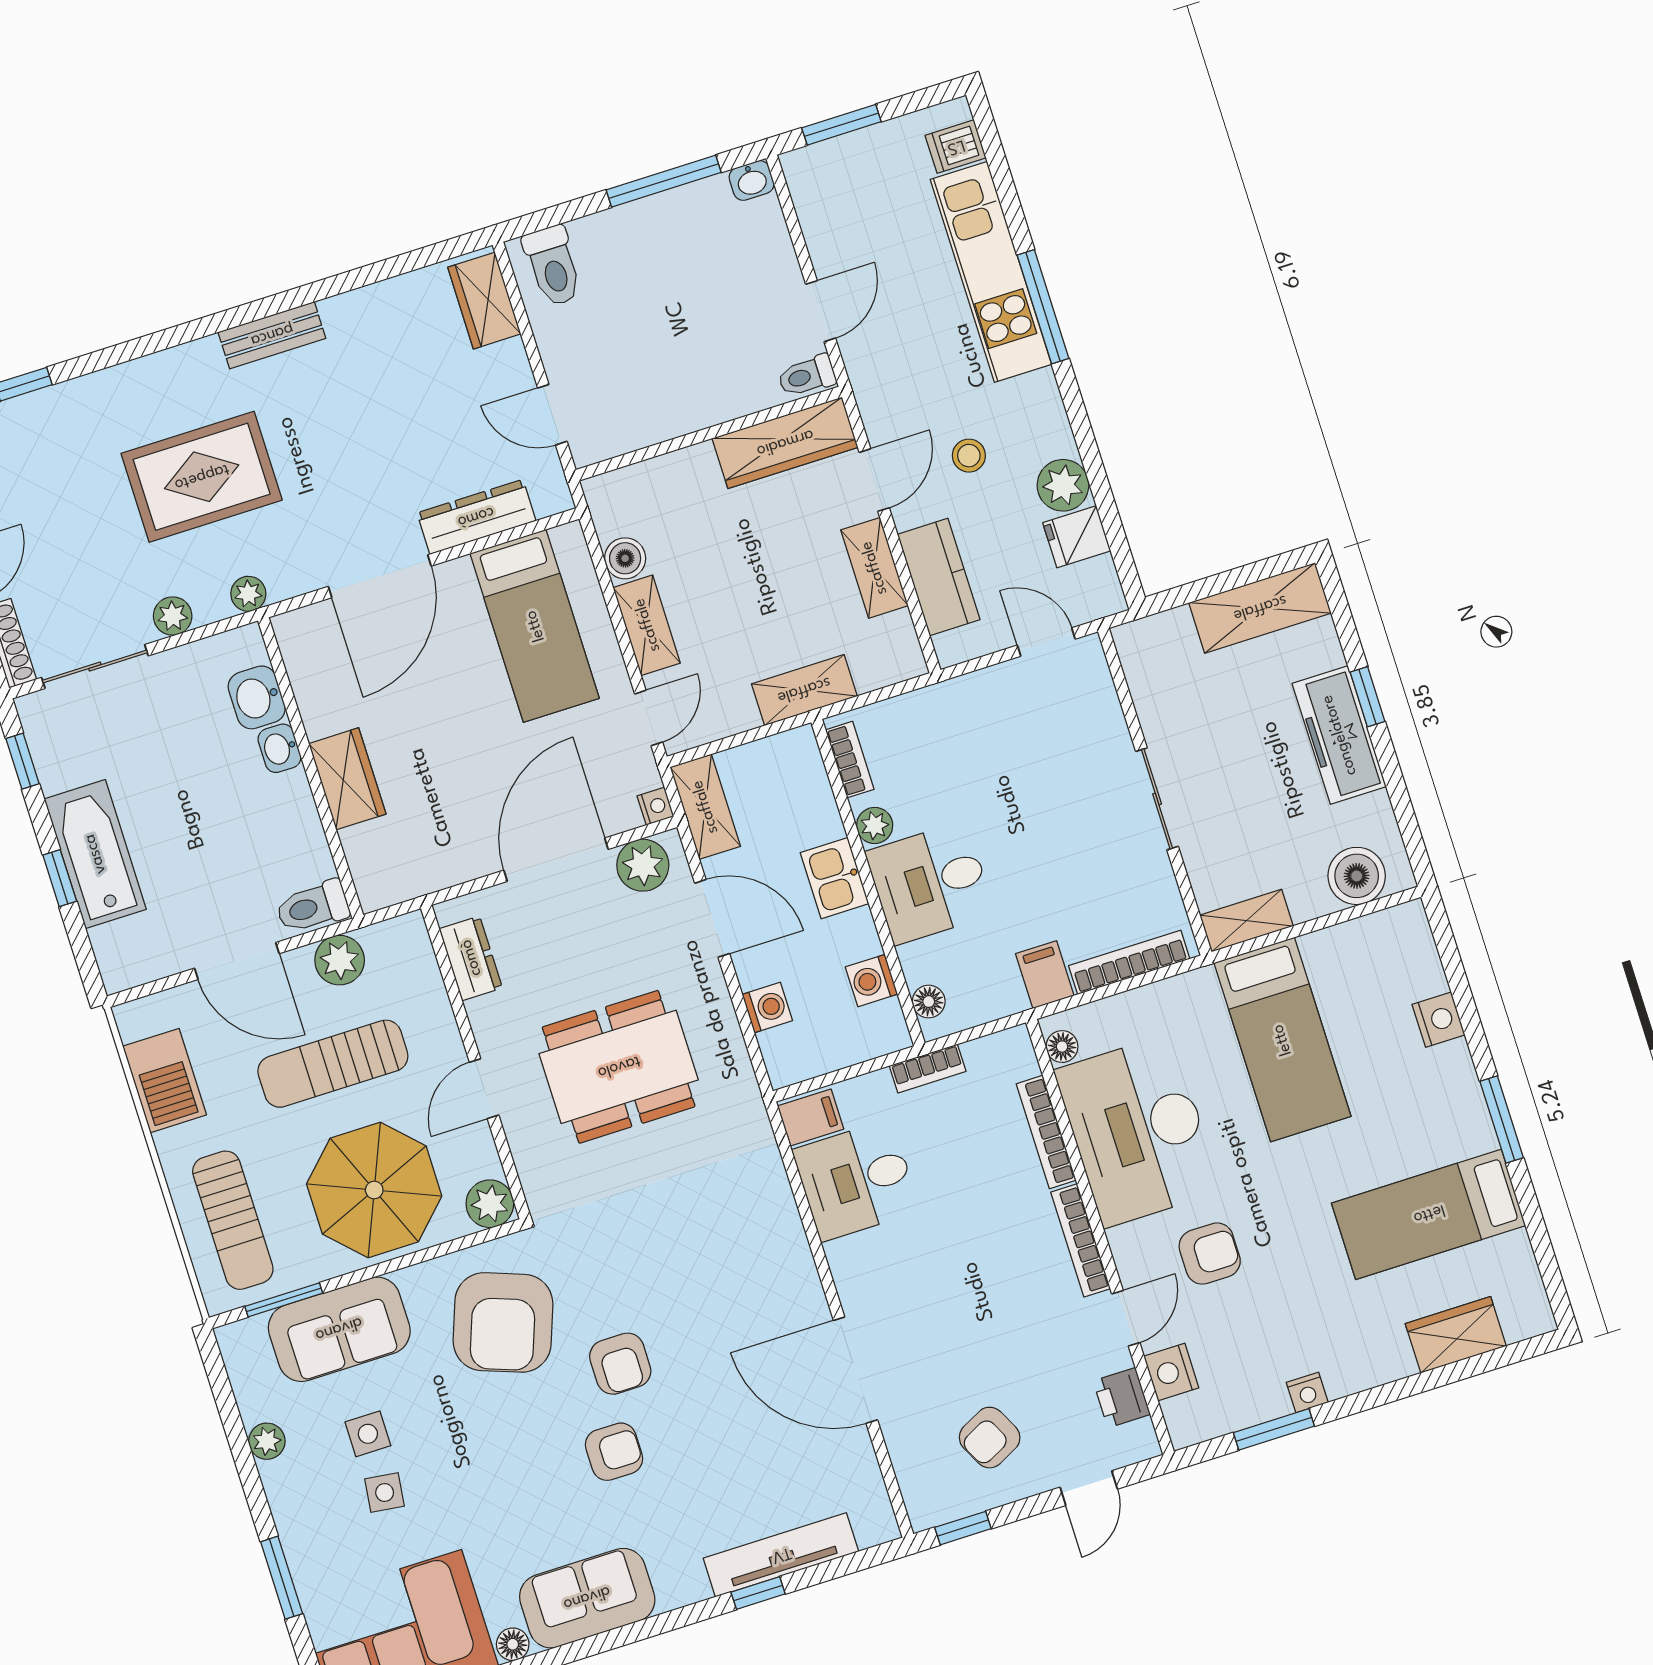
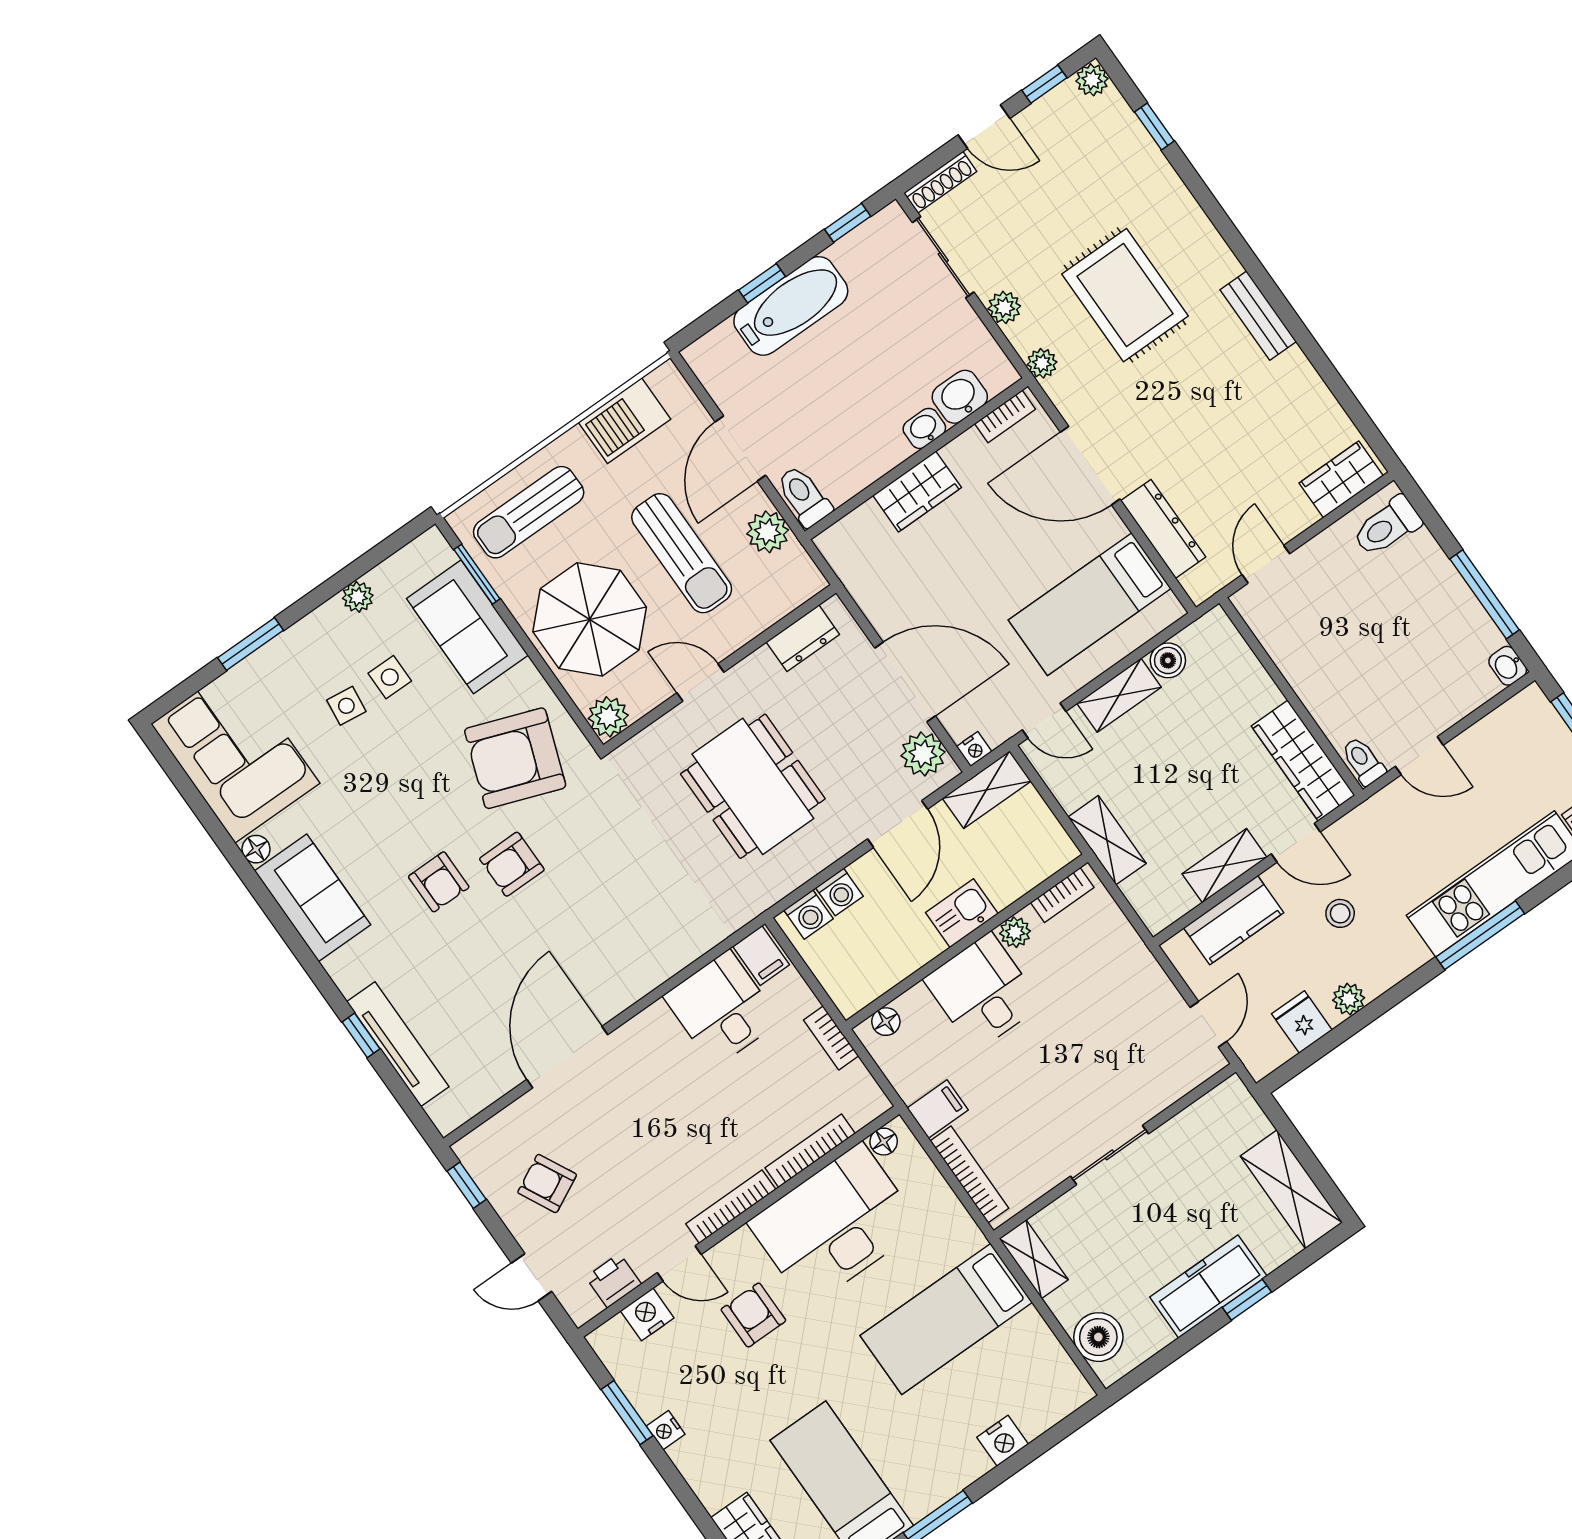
plant: (1063, 485) -> (1349, 999), width x0.73, depth x0.73
bookcase: (295, 654) -> (1005, 416), added
washing machine: (871, 981) -> (808, 914), moved, turned 180
sun lounger: (333, 1064) -> (682, 553), turned 180
armchair: (1210, 1254) -> (753, 1315), turned 180

